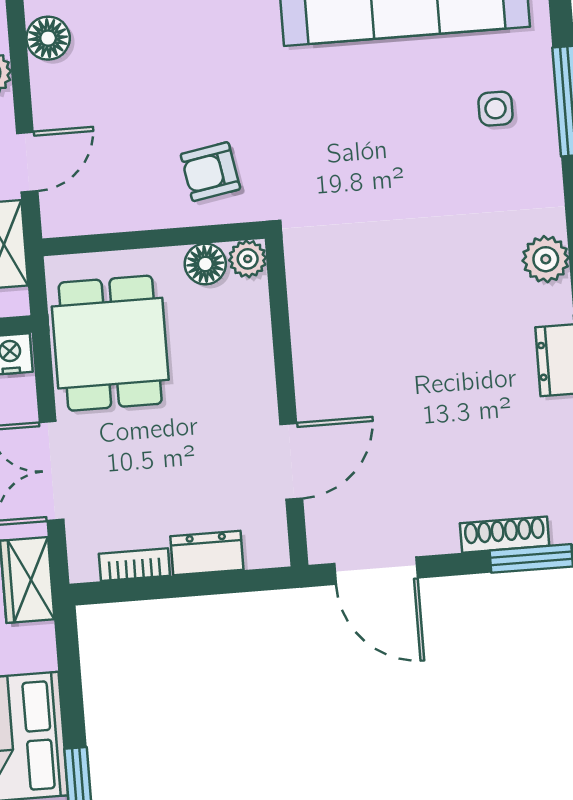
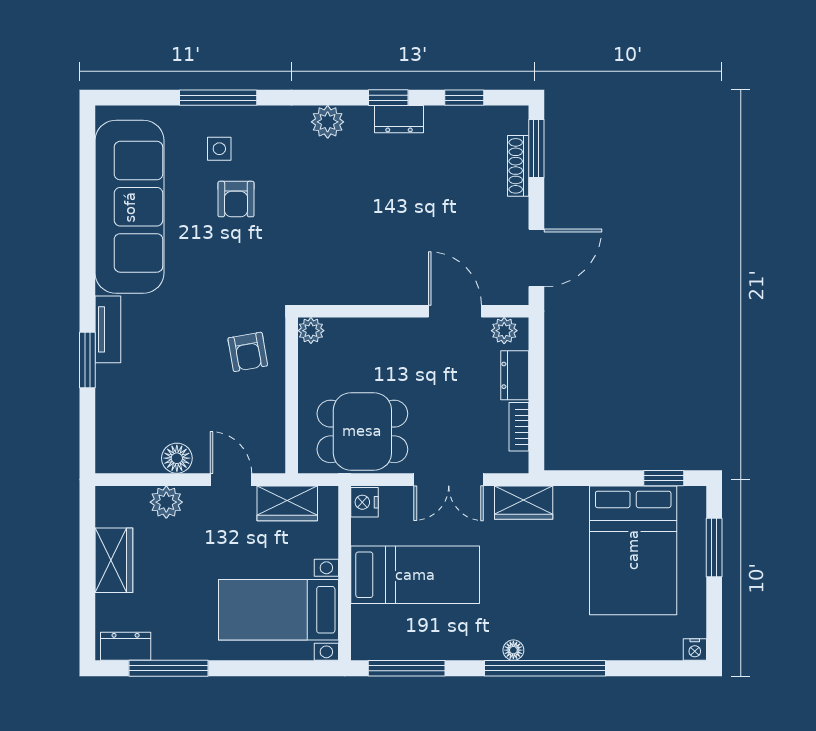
floor lamp: (48, 38) -> (177, 458), moved
armchair: (426, 138) -> (236, 199), added
floor lamp: (205, 264) -> (312, 360), removed
plant: (269, 533) -> (504, 331), added

